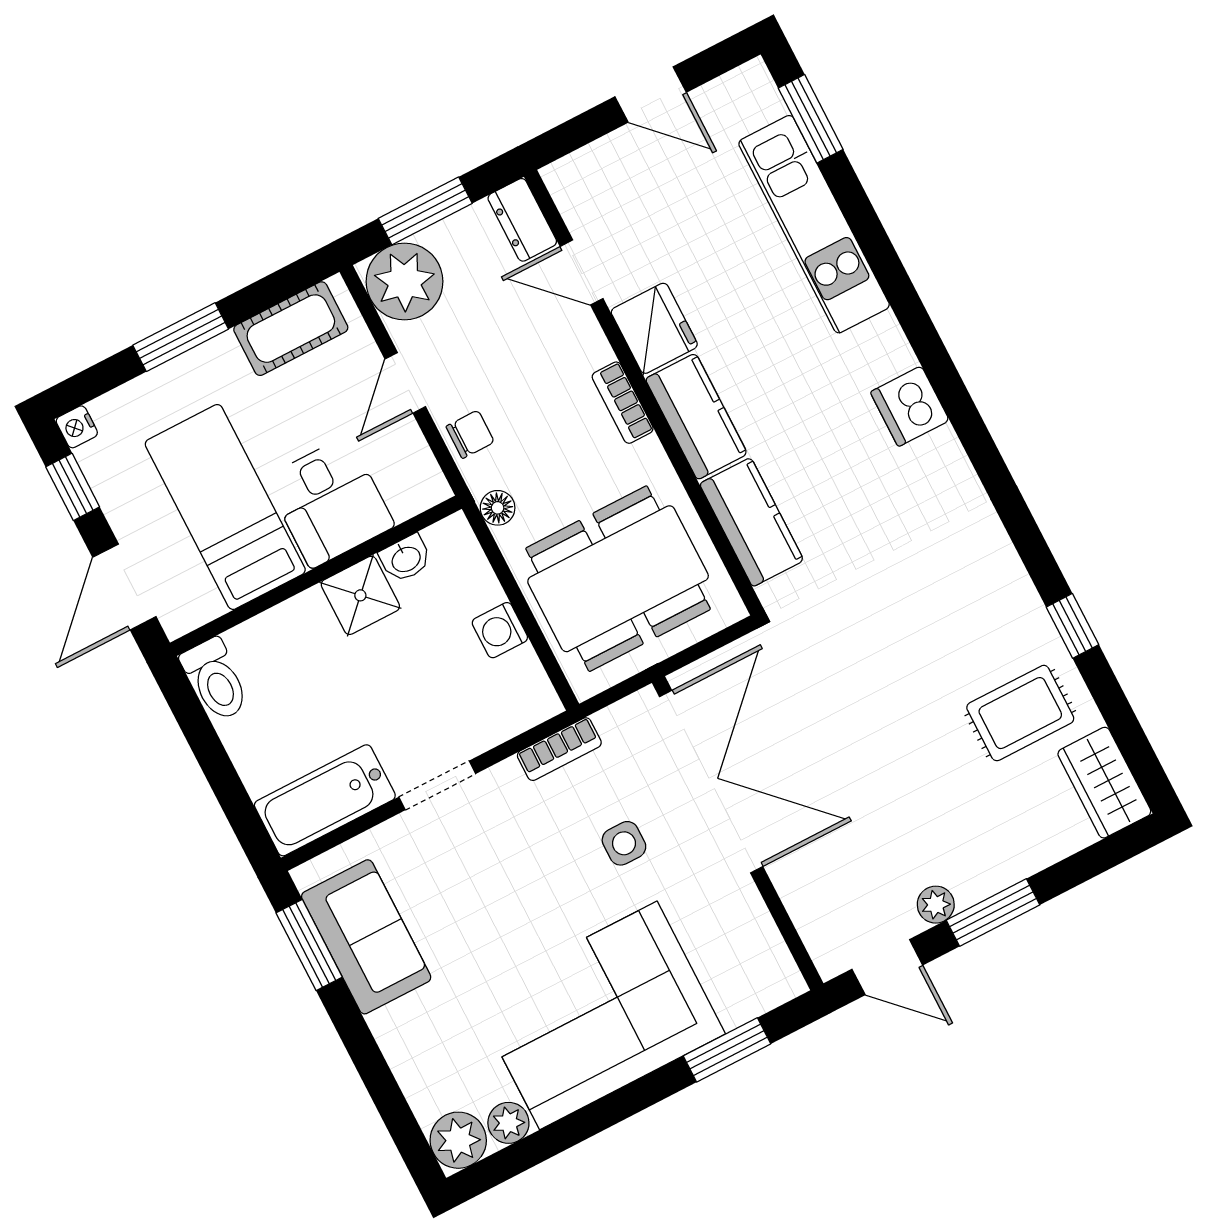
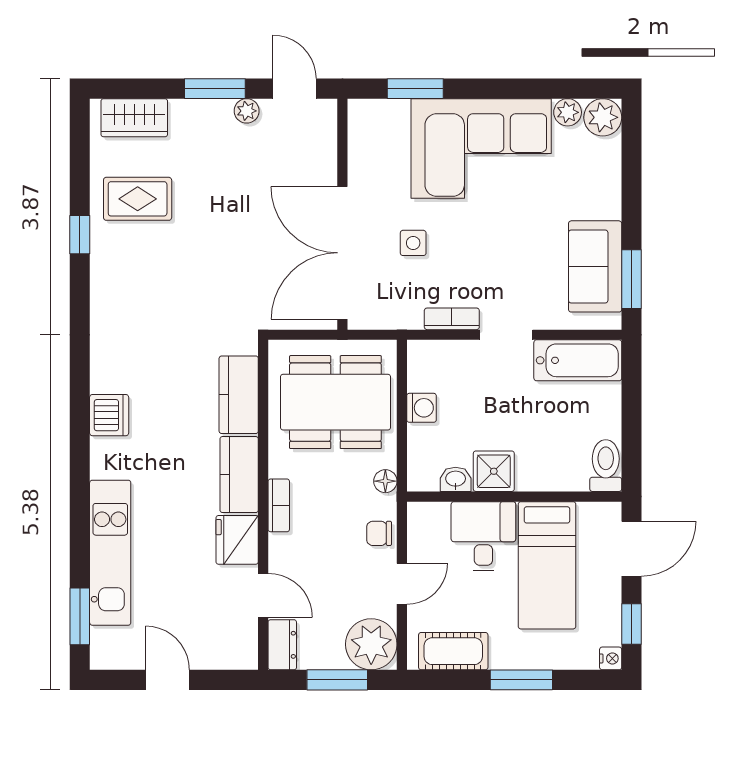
bookcase: (559, 749) -> (452, 319), moved
wardrobe: (1104, 783) -> (134, 118), moved, turned 90

